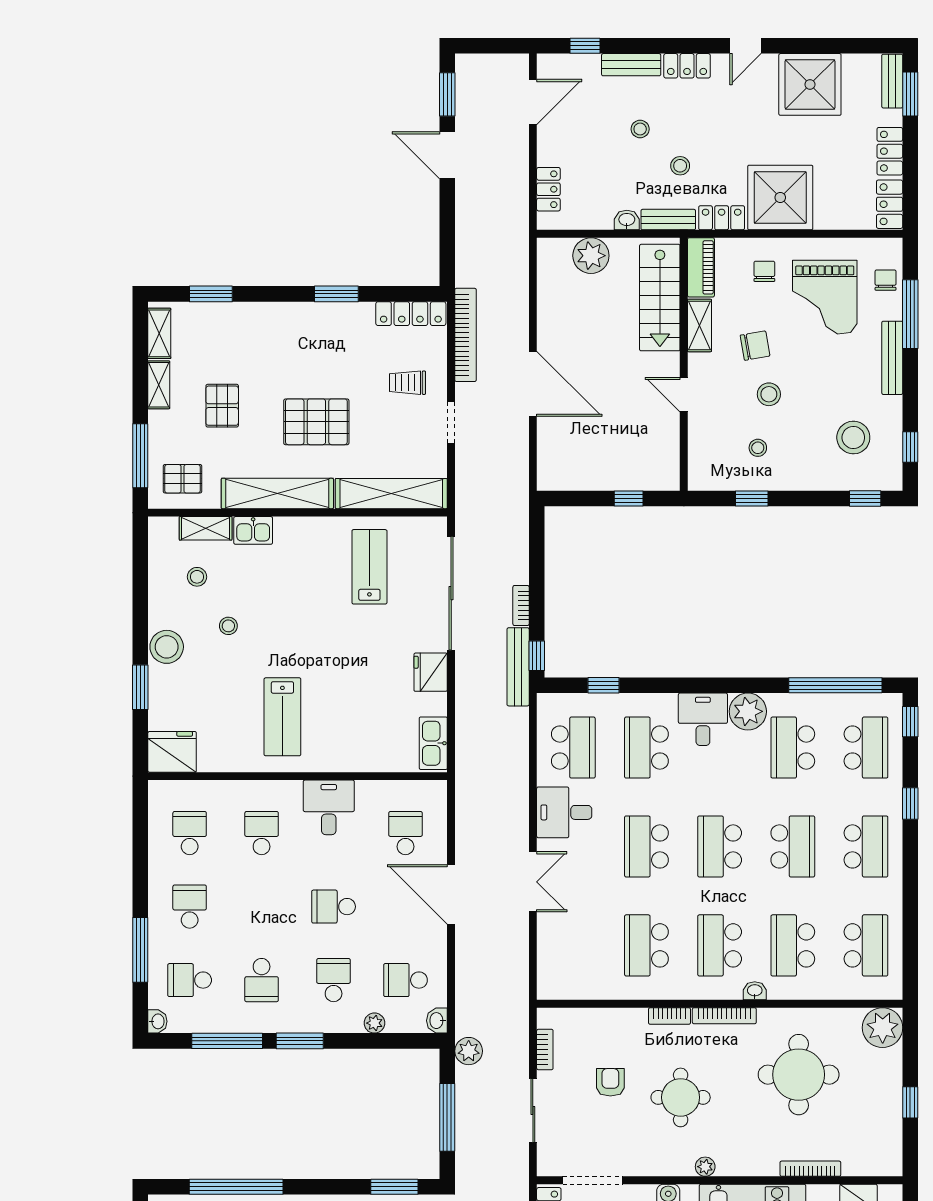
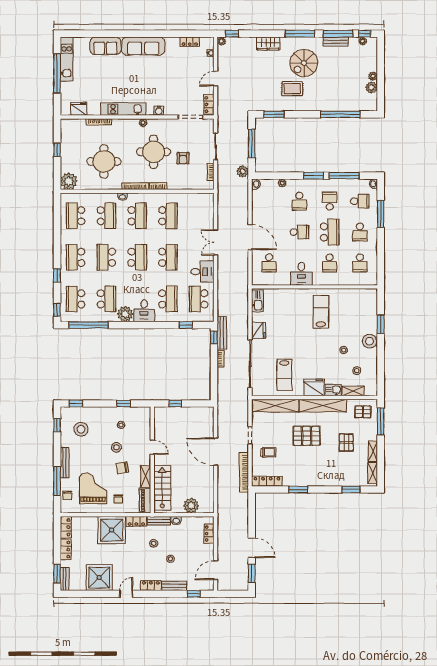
fridge: (172, 752) -> (314, 387), moved, turned 180
school desk: (405, 980) -> (330, 232), moved, width x1.85
round table: (681, 1097) -> (154, 152), width x1.36, depth x1.36

